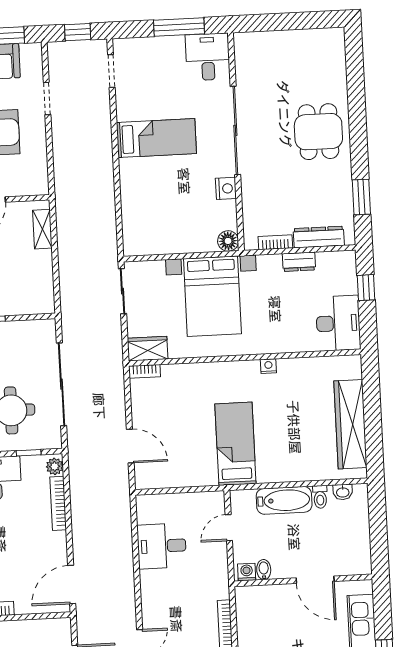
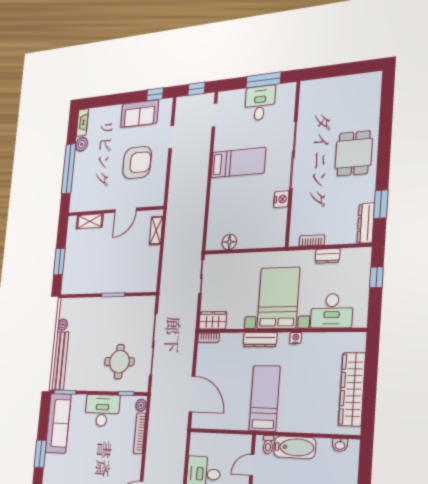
desk: (208, 57) -> (260, 103), moved
dresser: (319, 237) -> (366, 223), moved, turned -90
floor lamp: (228, 241) -> (229, 242), moved
bed with nightstands: (212, 296) -> (278, 298), moved, turned 180
desk: (338, 323) -> (332, 311), moved, turned 90
dresser: (219, 371) -> (260, 340), added
door: (130, 446) -> (192, 394), width x1.36
toilet: (320, 497) -> (268, 445), moved

